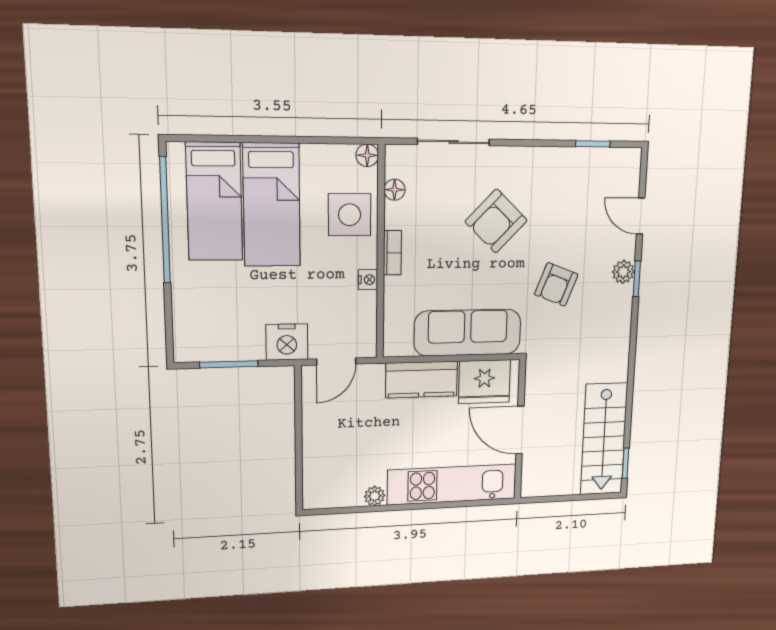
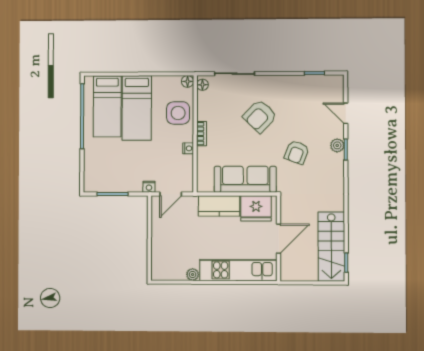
floor lamp: (395, 190) -> (202, 85), moved
nightstand: (287, 342) -> (149, 187), width x0.53, depth x0.56
door: (520, 430) -> (278, 239), swing flipped

